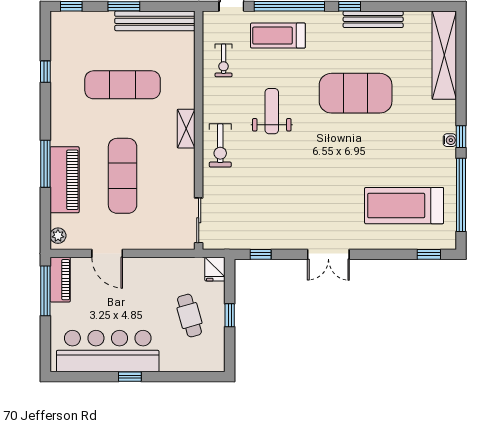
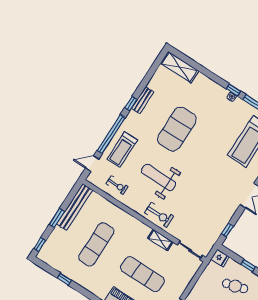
bench: (373, 19) -> (143, 100), width x0.73
shelving: (444, 55) -> (180, 67), width x0.68
weight bench: (272, 111) -> (159, 177), width x1.36, depth x1.33
shelving: (186, 129) -> (160, 240), moved

